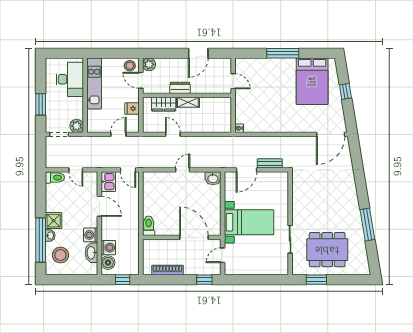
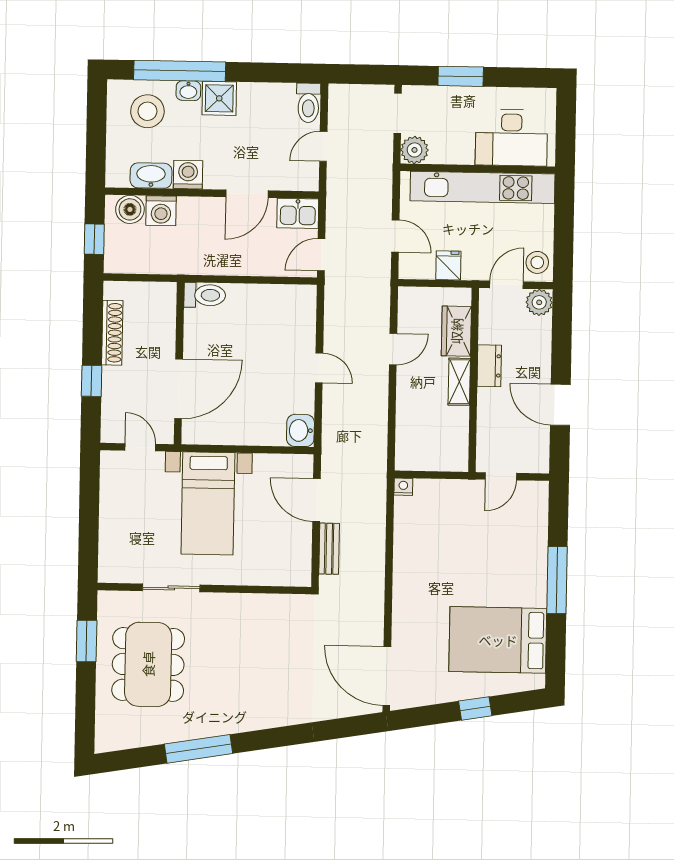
kitchen unit: (94, 84) -> (483, 187), width x1.36
window: (204, 280) -> (92, 381), moved

